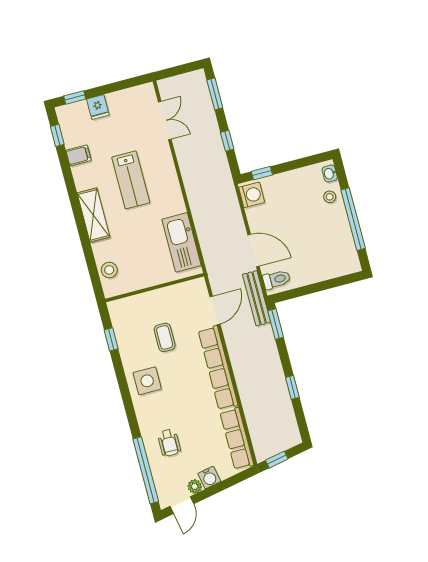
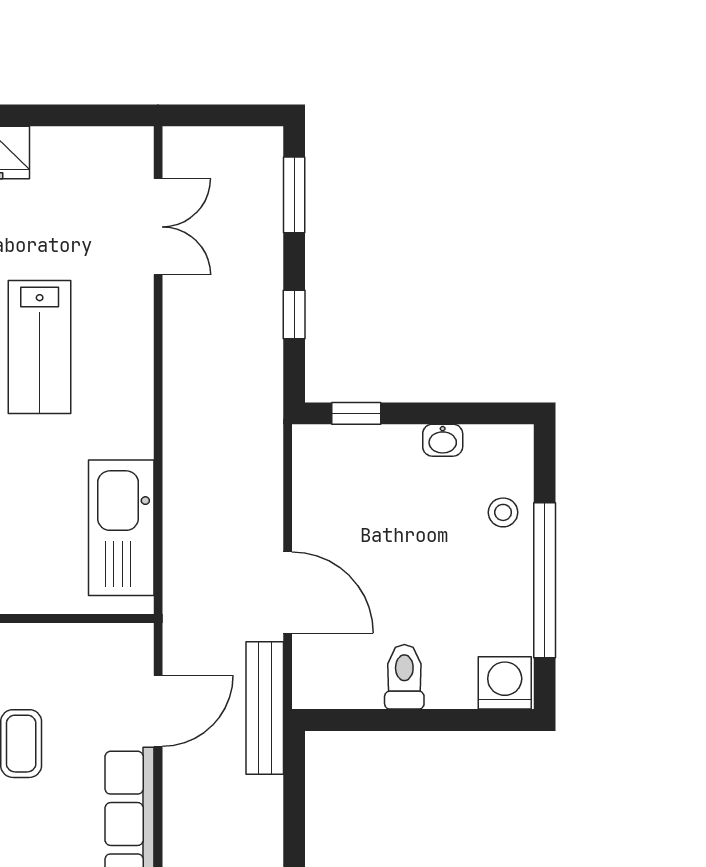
washbasin: (330, 173) -> (443, 440), moved, turned -90
washing machine: (252, 195) -> (505, 683), moved, turned -90
toilet: (277, 279) -> (404, 677), moved, turned -90
window: (276, 324) -> (294, 782), removed

